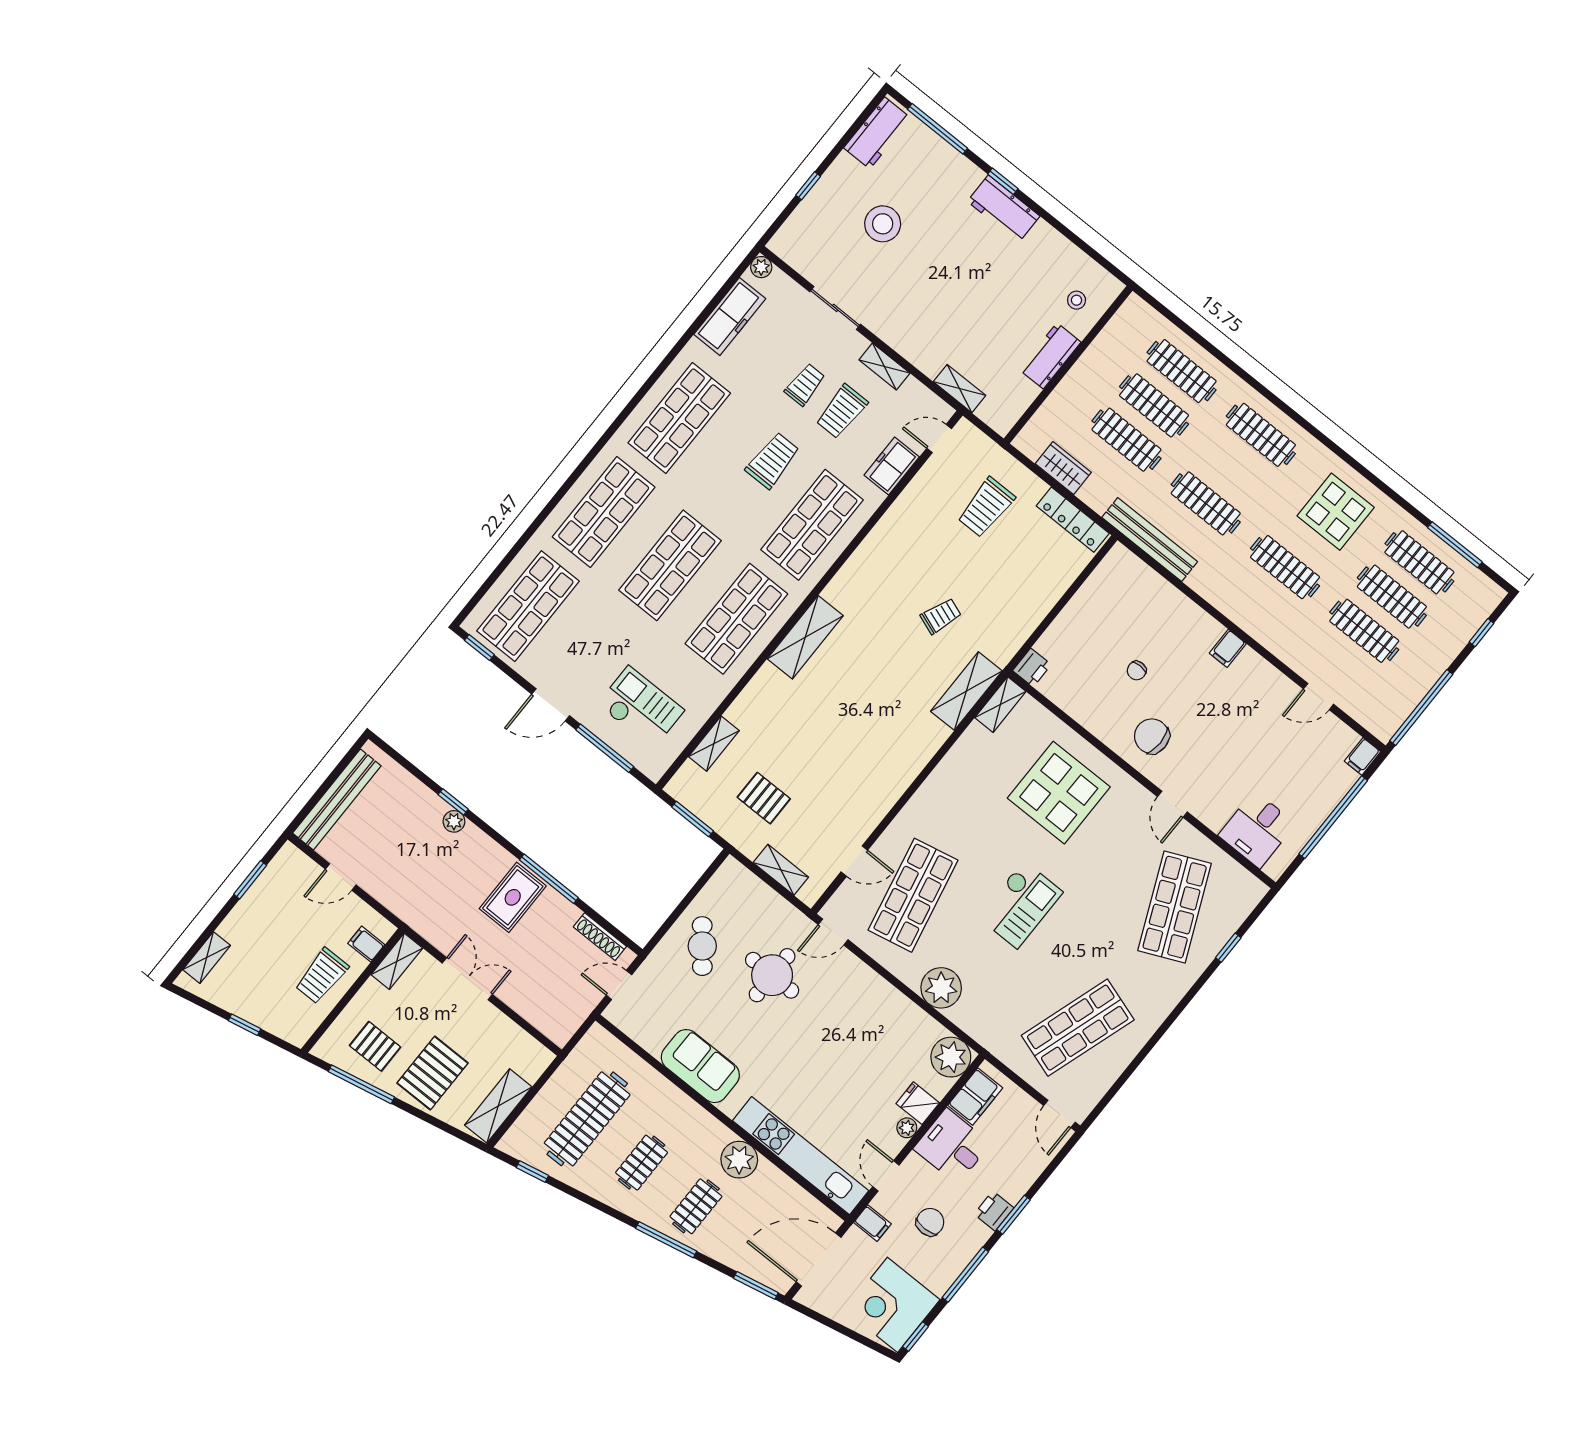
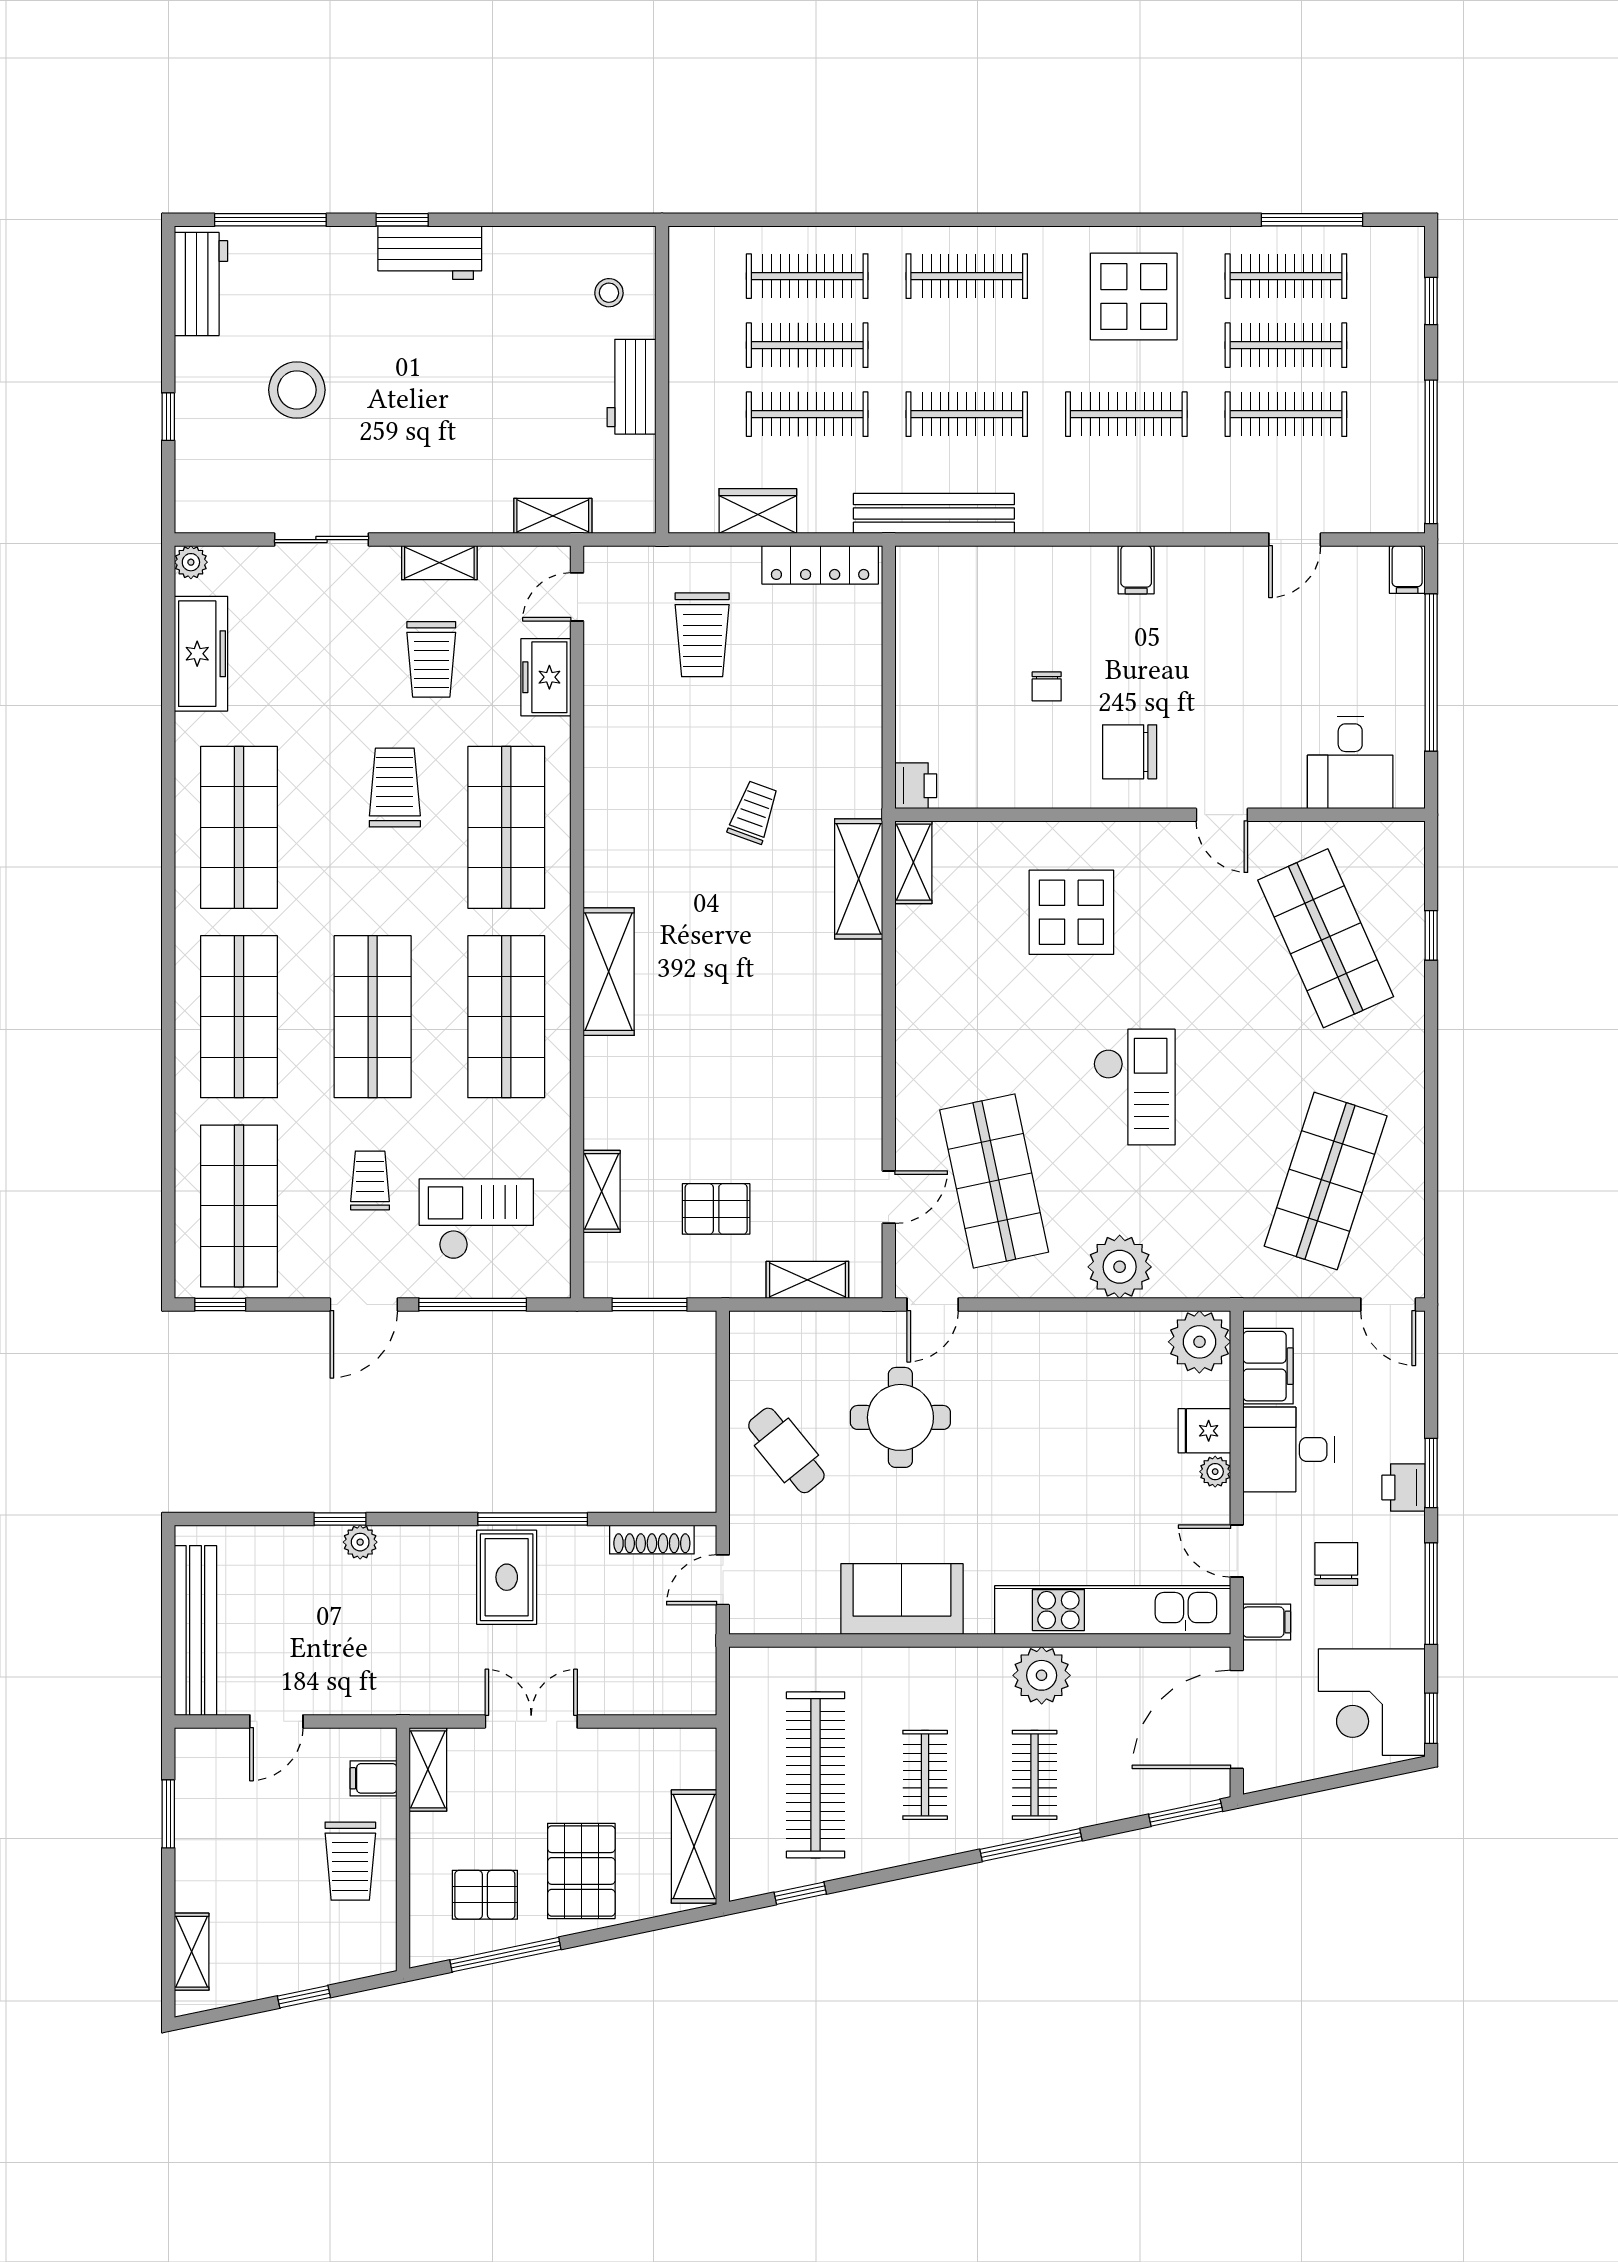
trolley: (805, 385) -> (370, 1180), moved
display table: (1059, 793) -> (1071, 912), width x0.73, depth x0.73

